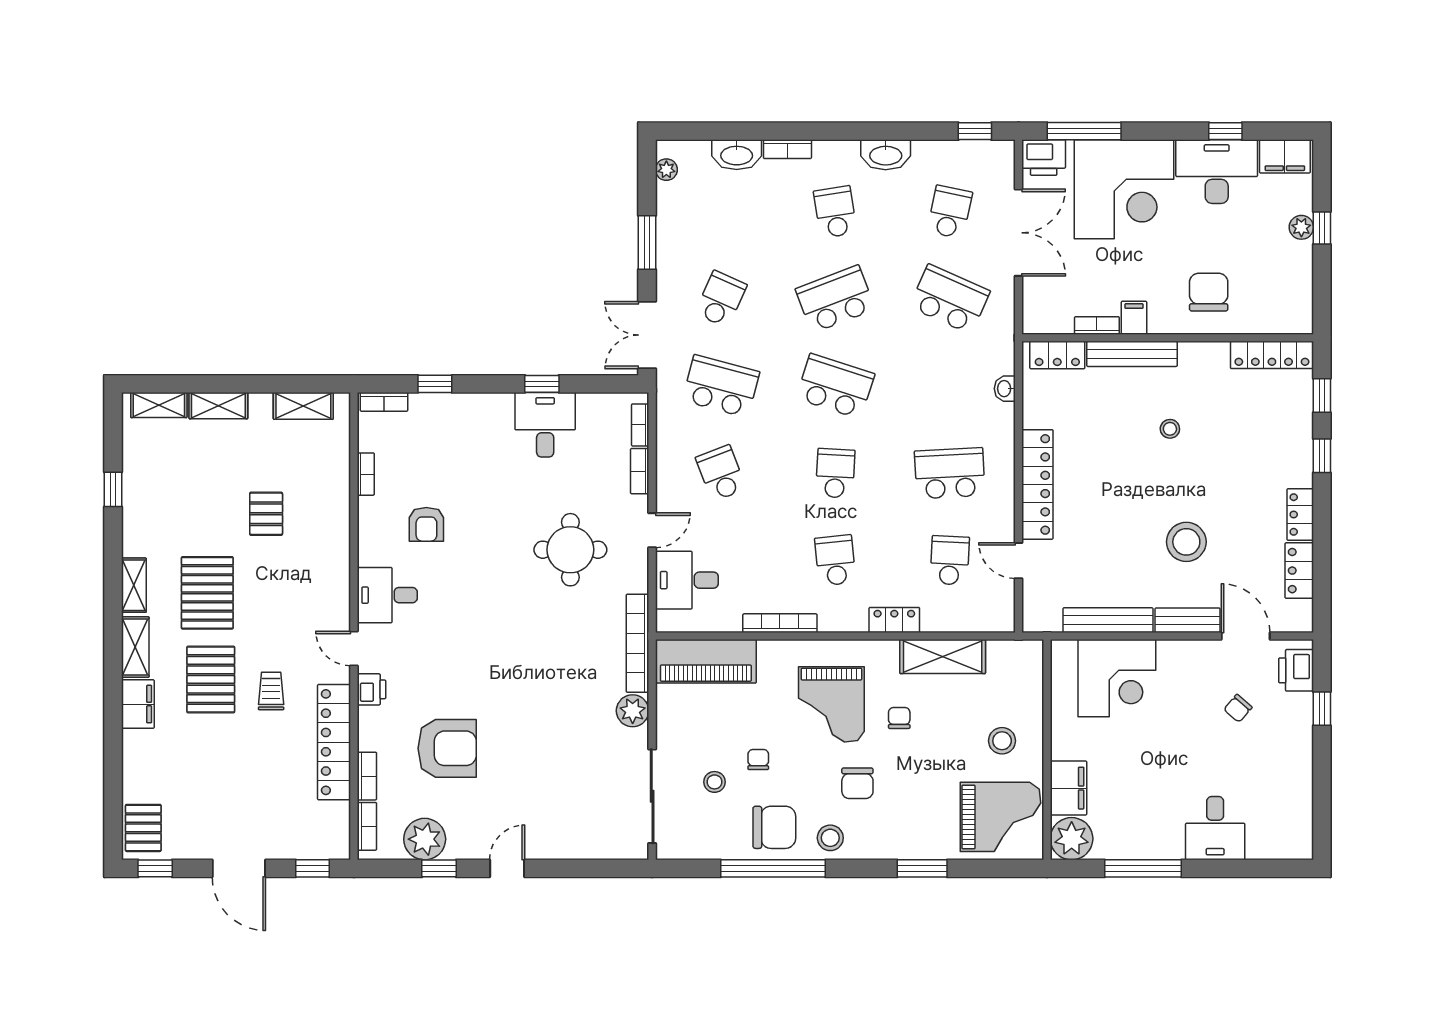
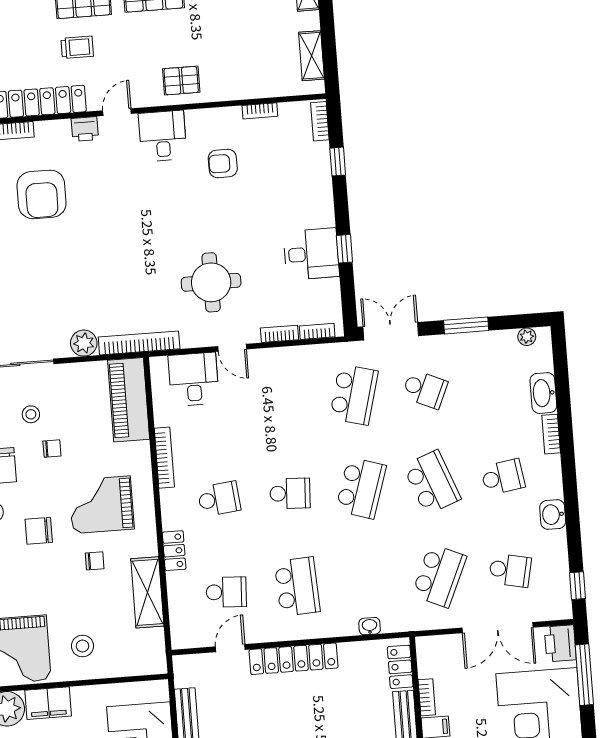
washbasin: (886, 155) -> (553, 514), width x0.72
school desk: (721, 473) -> (283, 400), removed
pallet: (266, 514) -> (181, 81), moved

